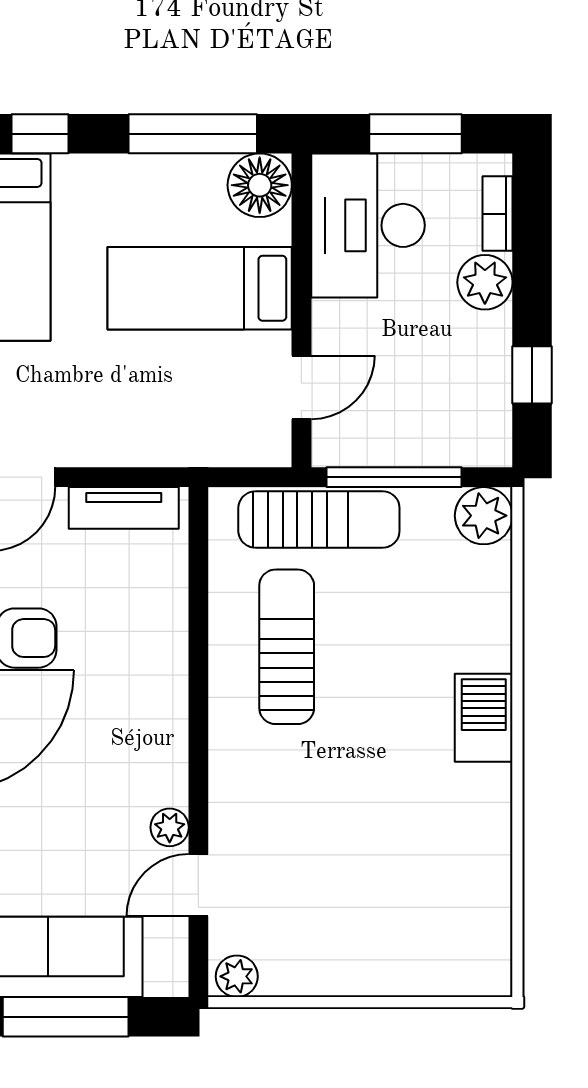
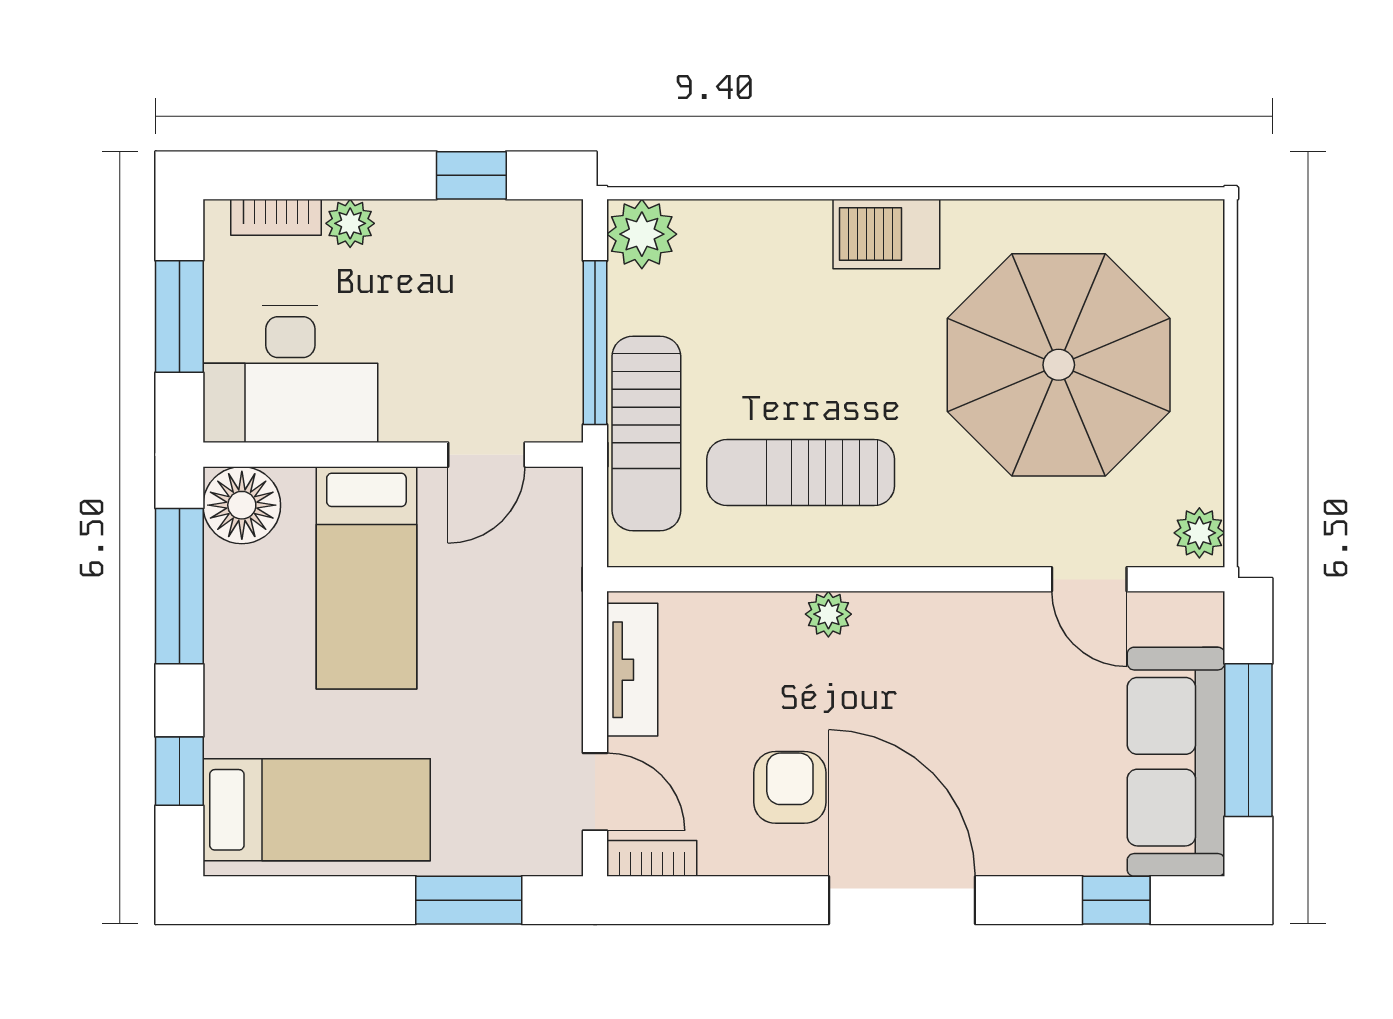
plant: (485, 282) -> (350, 223), width x0.73, depth x0.73
door: (301, 387) -> (486, 455), swing flipped
sun lounger: (319, 519) -> (646, 433), turned 180
plant: (170, 827) -> (828, 614), moved
parasol: (376, 860) -> (1059, 365), added

